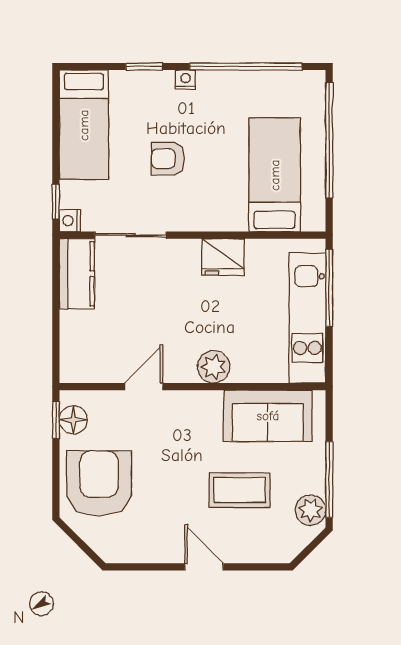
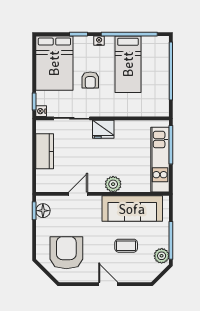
bed: (84, 125) -> (54, 63), width x1.50
armchair: (168, 159) -> (90, 80), turned -90
bed: (275, 175) -> (128, 64), moved, turned 180
fridge: (223, 257) -> (103, 129), moved
kitchen counter: (77, 274) -> (45, 151), moved
sofa: (268, 416) -> (132, 209), width x1.36
armchair: (99, 483) -> (66, 253), moved
coffee table: (240, 490) -> (126, 246), width x0.73, depth x0.77

